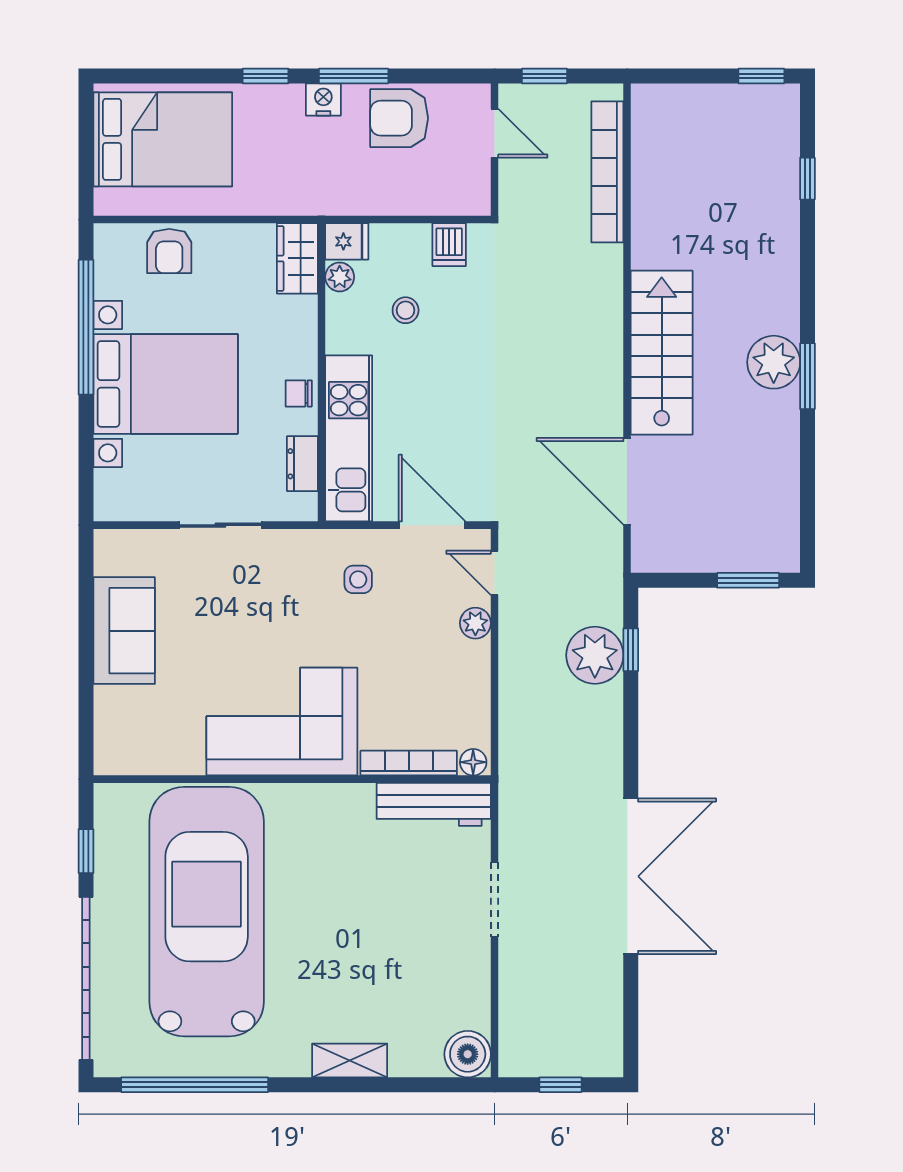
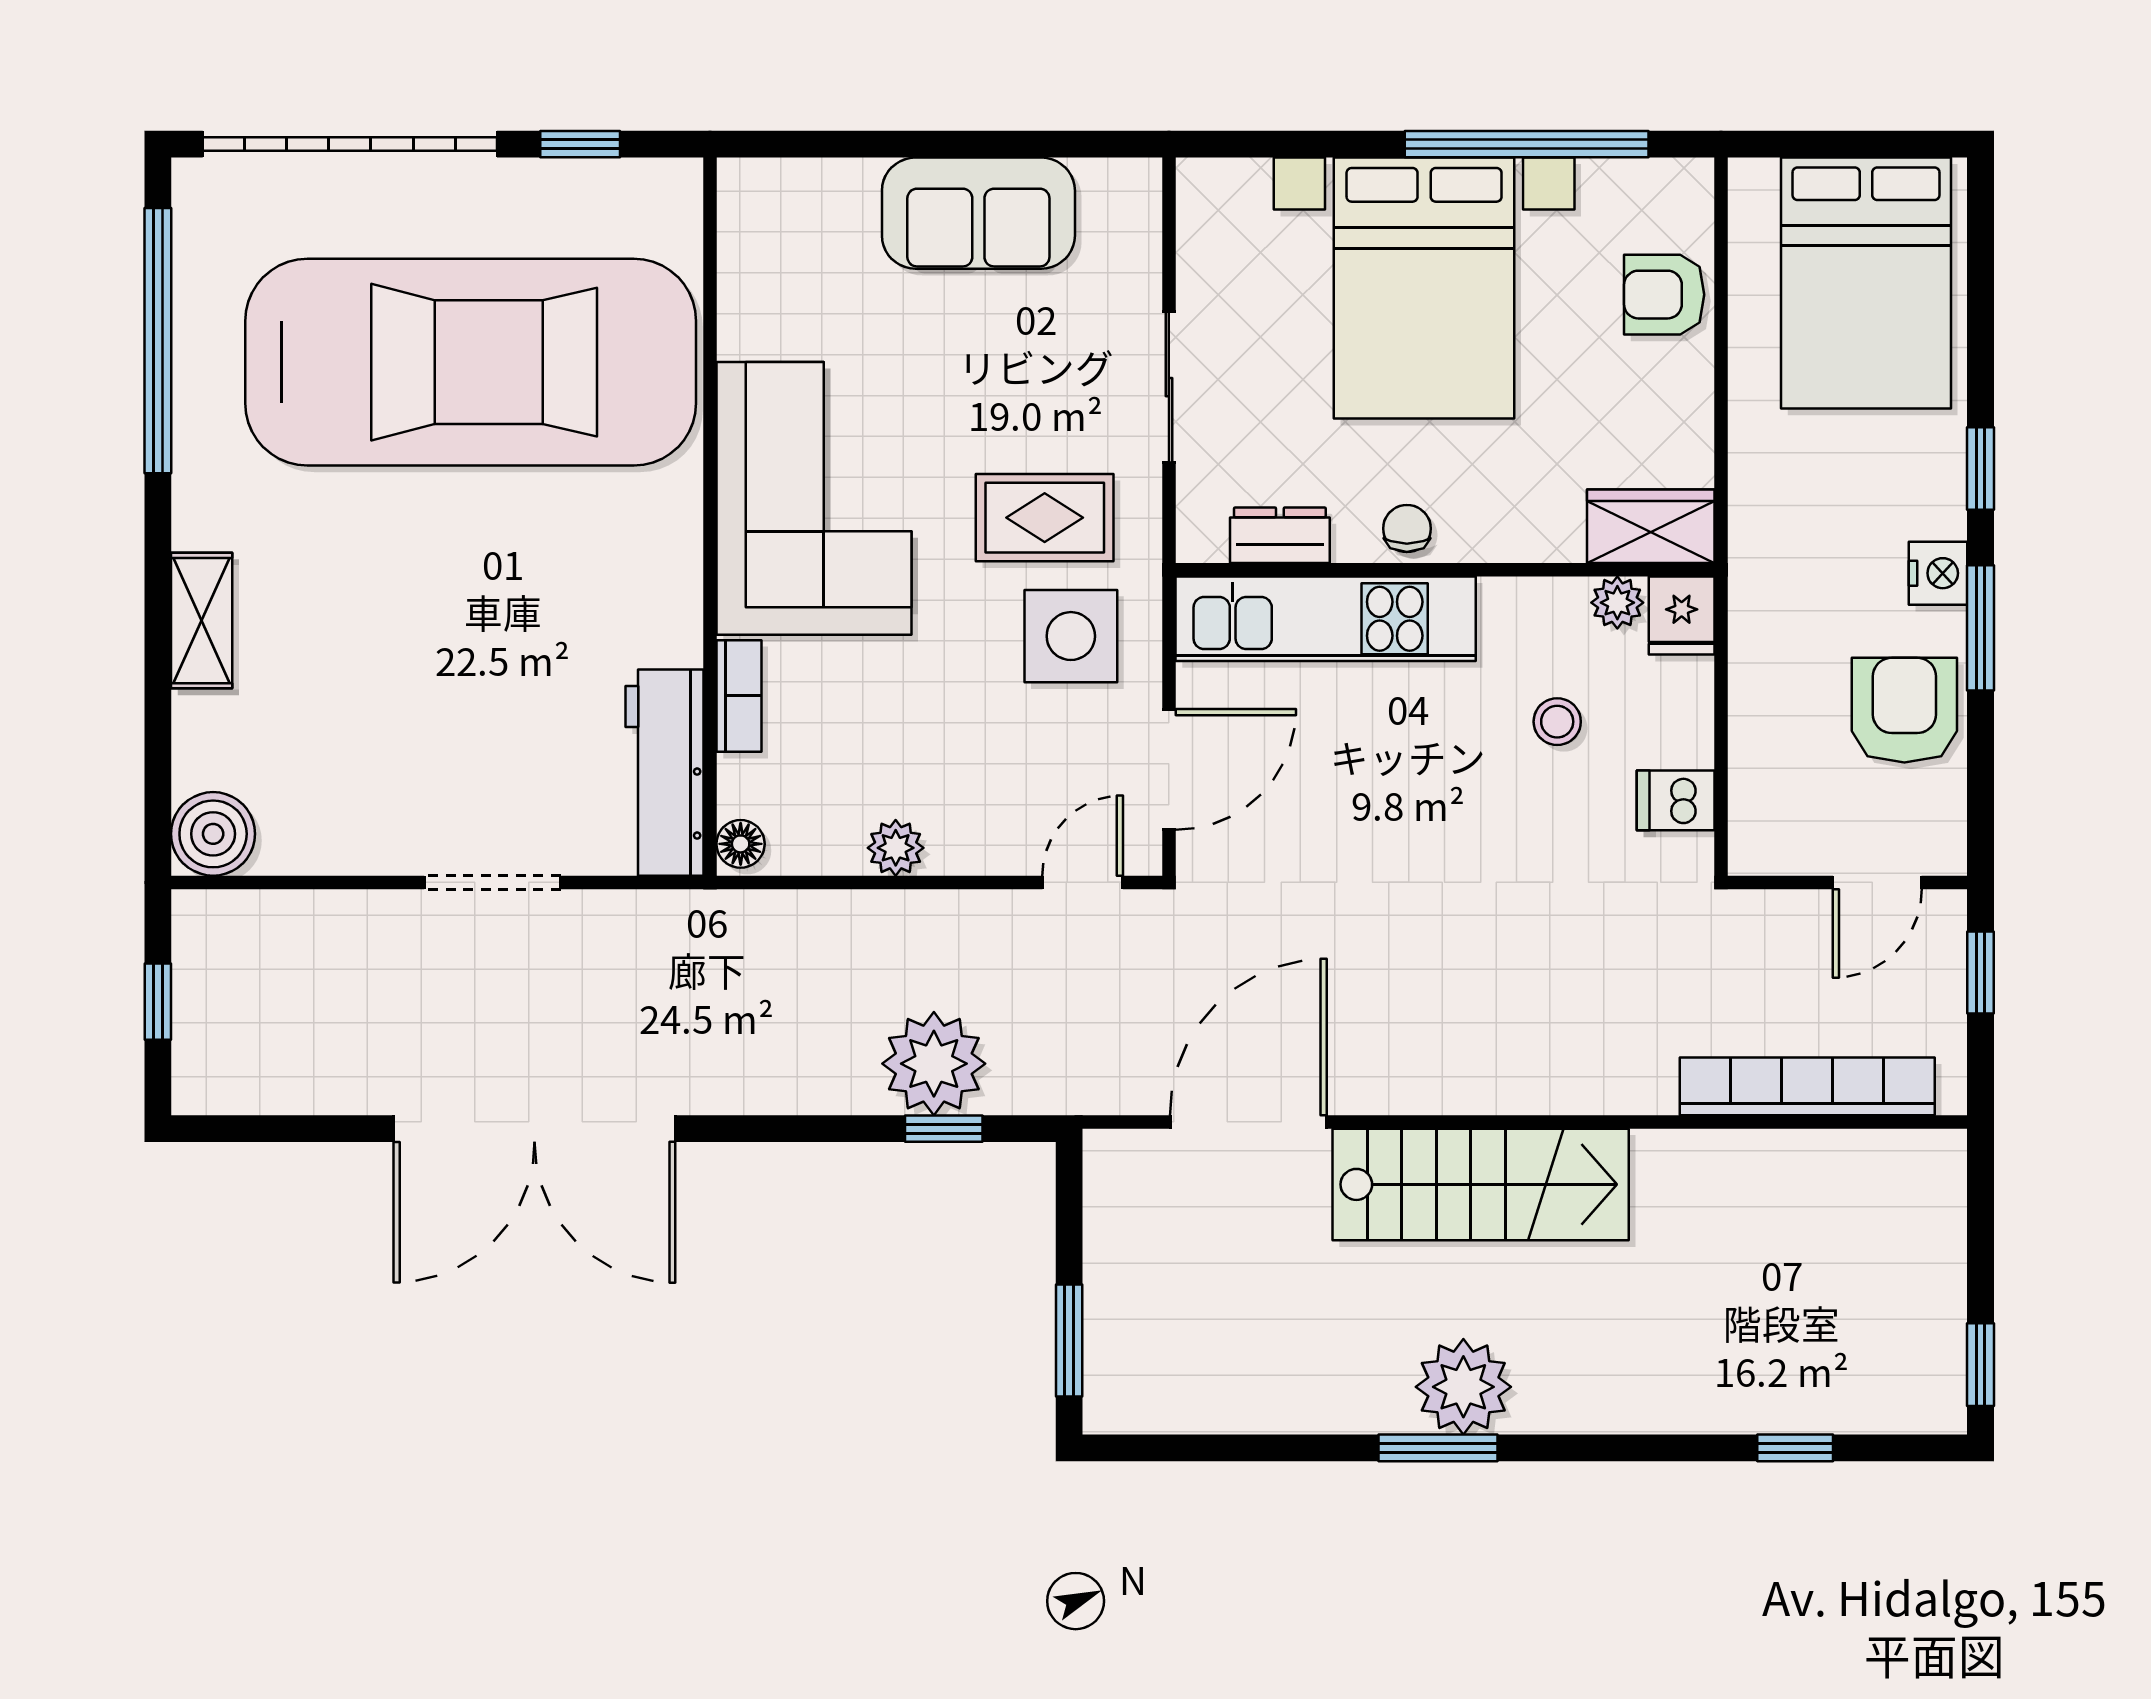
side table: (358, 579) -> (1071, 636), width x1.87, depth x1.87
rug: (293, 594) -> (1045, 518), added
plant: (475, 623) -> (896, 848), moved
bookcase: (409, 763) -> (739, 696), width x0.64

